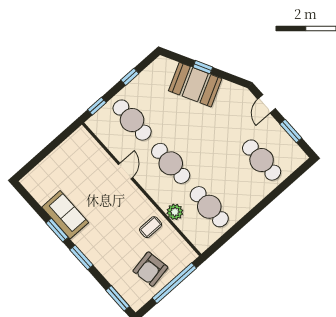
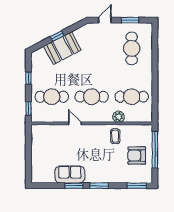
door: (266, 104) -> (105, 20), swing flipped
cafe table: (262, 160) -> (132, 48), turned 90
armchair: (150, 269) -> (137, 156), turned 100

